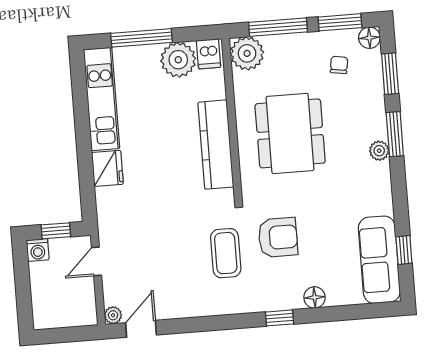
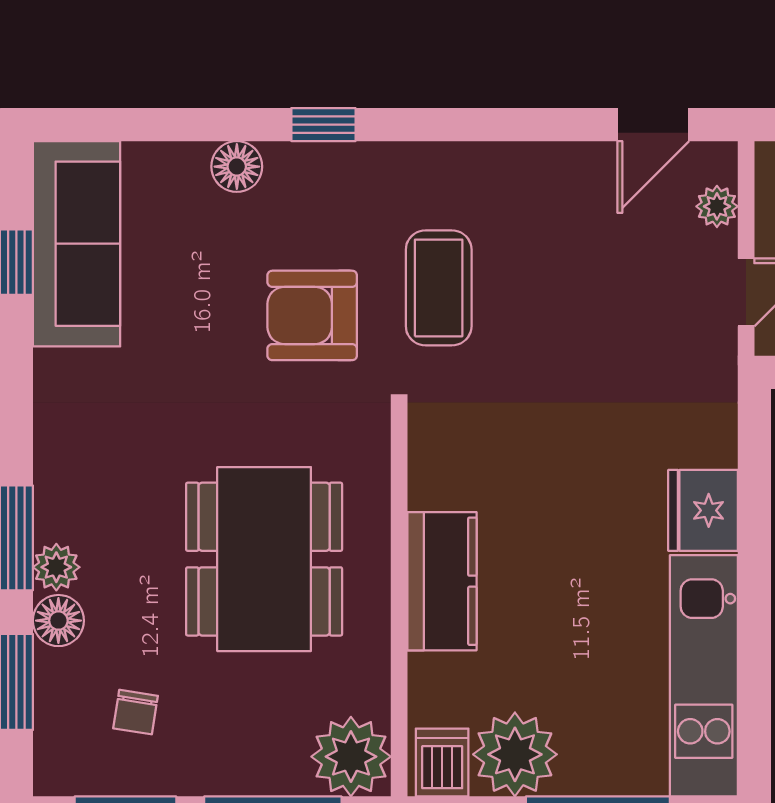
floor lamp: (369, 38) -> (58, 621), moved
kitchen counter: (216, 145) -> (442, 581), width x0.67
plant: (379, 151) -> (56, 567), moved
plant: (113, 315) -> (717, 206), moved

